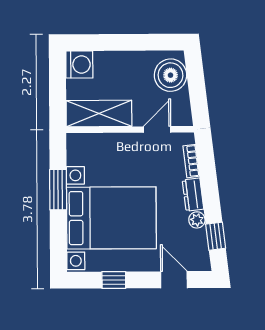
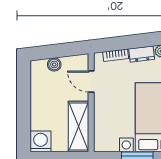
boiler: (171, 75) -> (54, 64), width x0.54, depth x0.54

